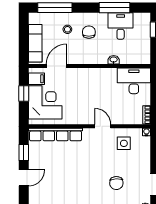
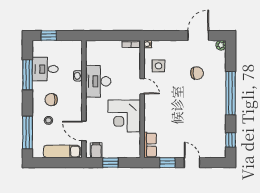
desk: (134, 81) -> (98, 81), moved
corner desk: (45, 102) -> (124, 116), moved, turned -90
door: (103, 126) -> (142, 86), swing flipped
row of seats: (56, 135) -> (150, 145), width x0.50

